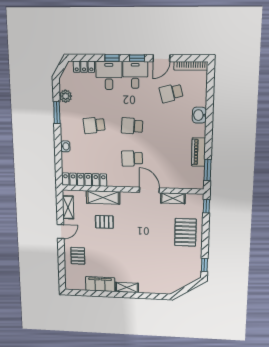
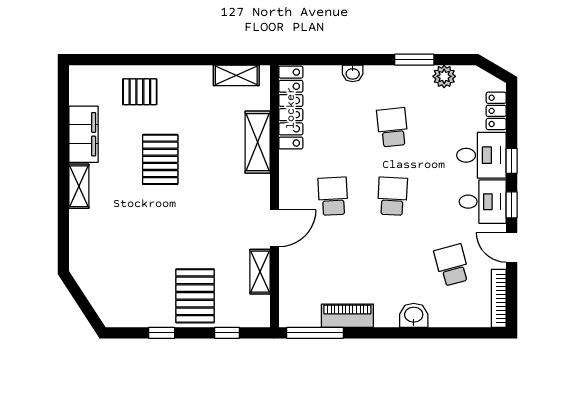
window: (208, 170) -> (315, 333), width x1.44
window: (206, 206) -> (227, 333), moved
pallet: (104, 222) -> (160, 159), moved, width x1.50, depth x1.42
door: (61, 232) -> (188, 60), removed
pallet: (185, 232) -> (195, 296), turned 90
window: (204, 265) -> (162, 333), moved

